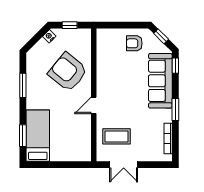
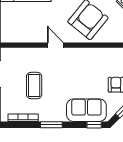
sofa: (160, 81) -> (86, 110), width x0.73
coffee table: (117, 136) -> (34, 86), moved

